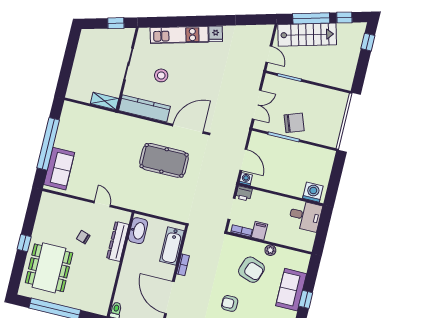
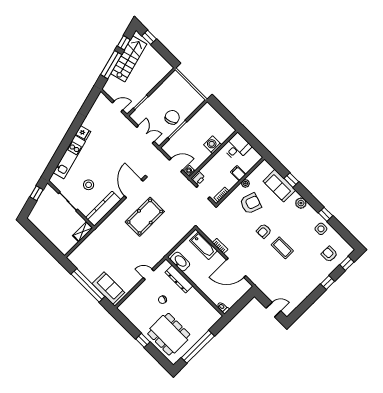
stairs: (307, 35) -> (129, 59), moved
washing machine: (313, 192) -> (213, 145), moved
filing cabinet: (260, 231) -> (238, 173), moved

